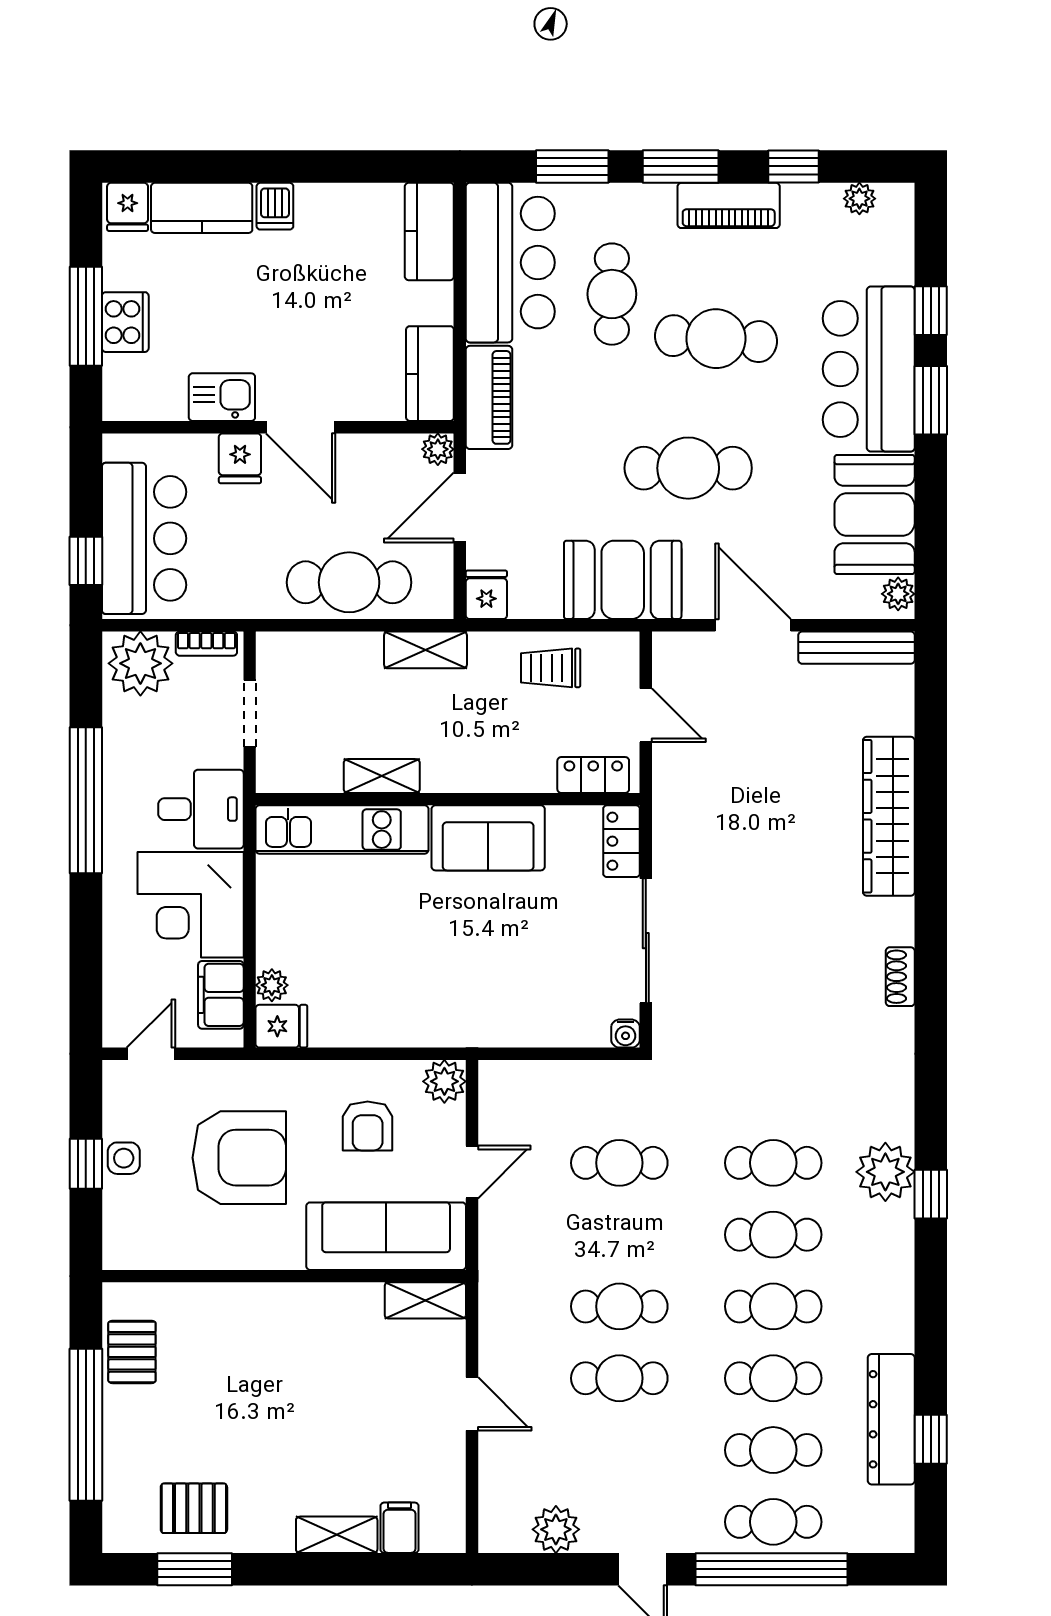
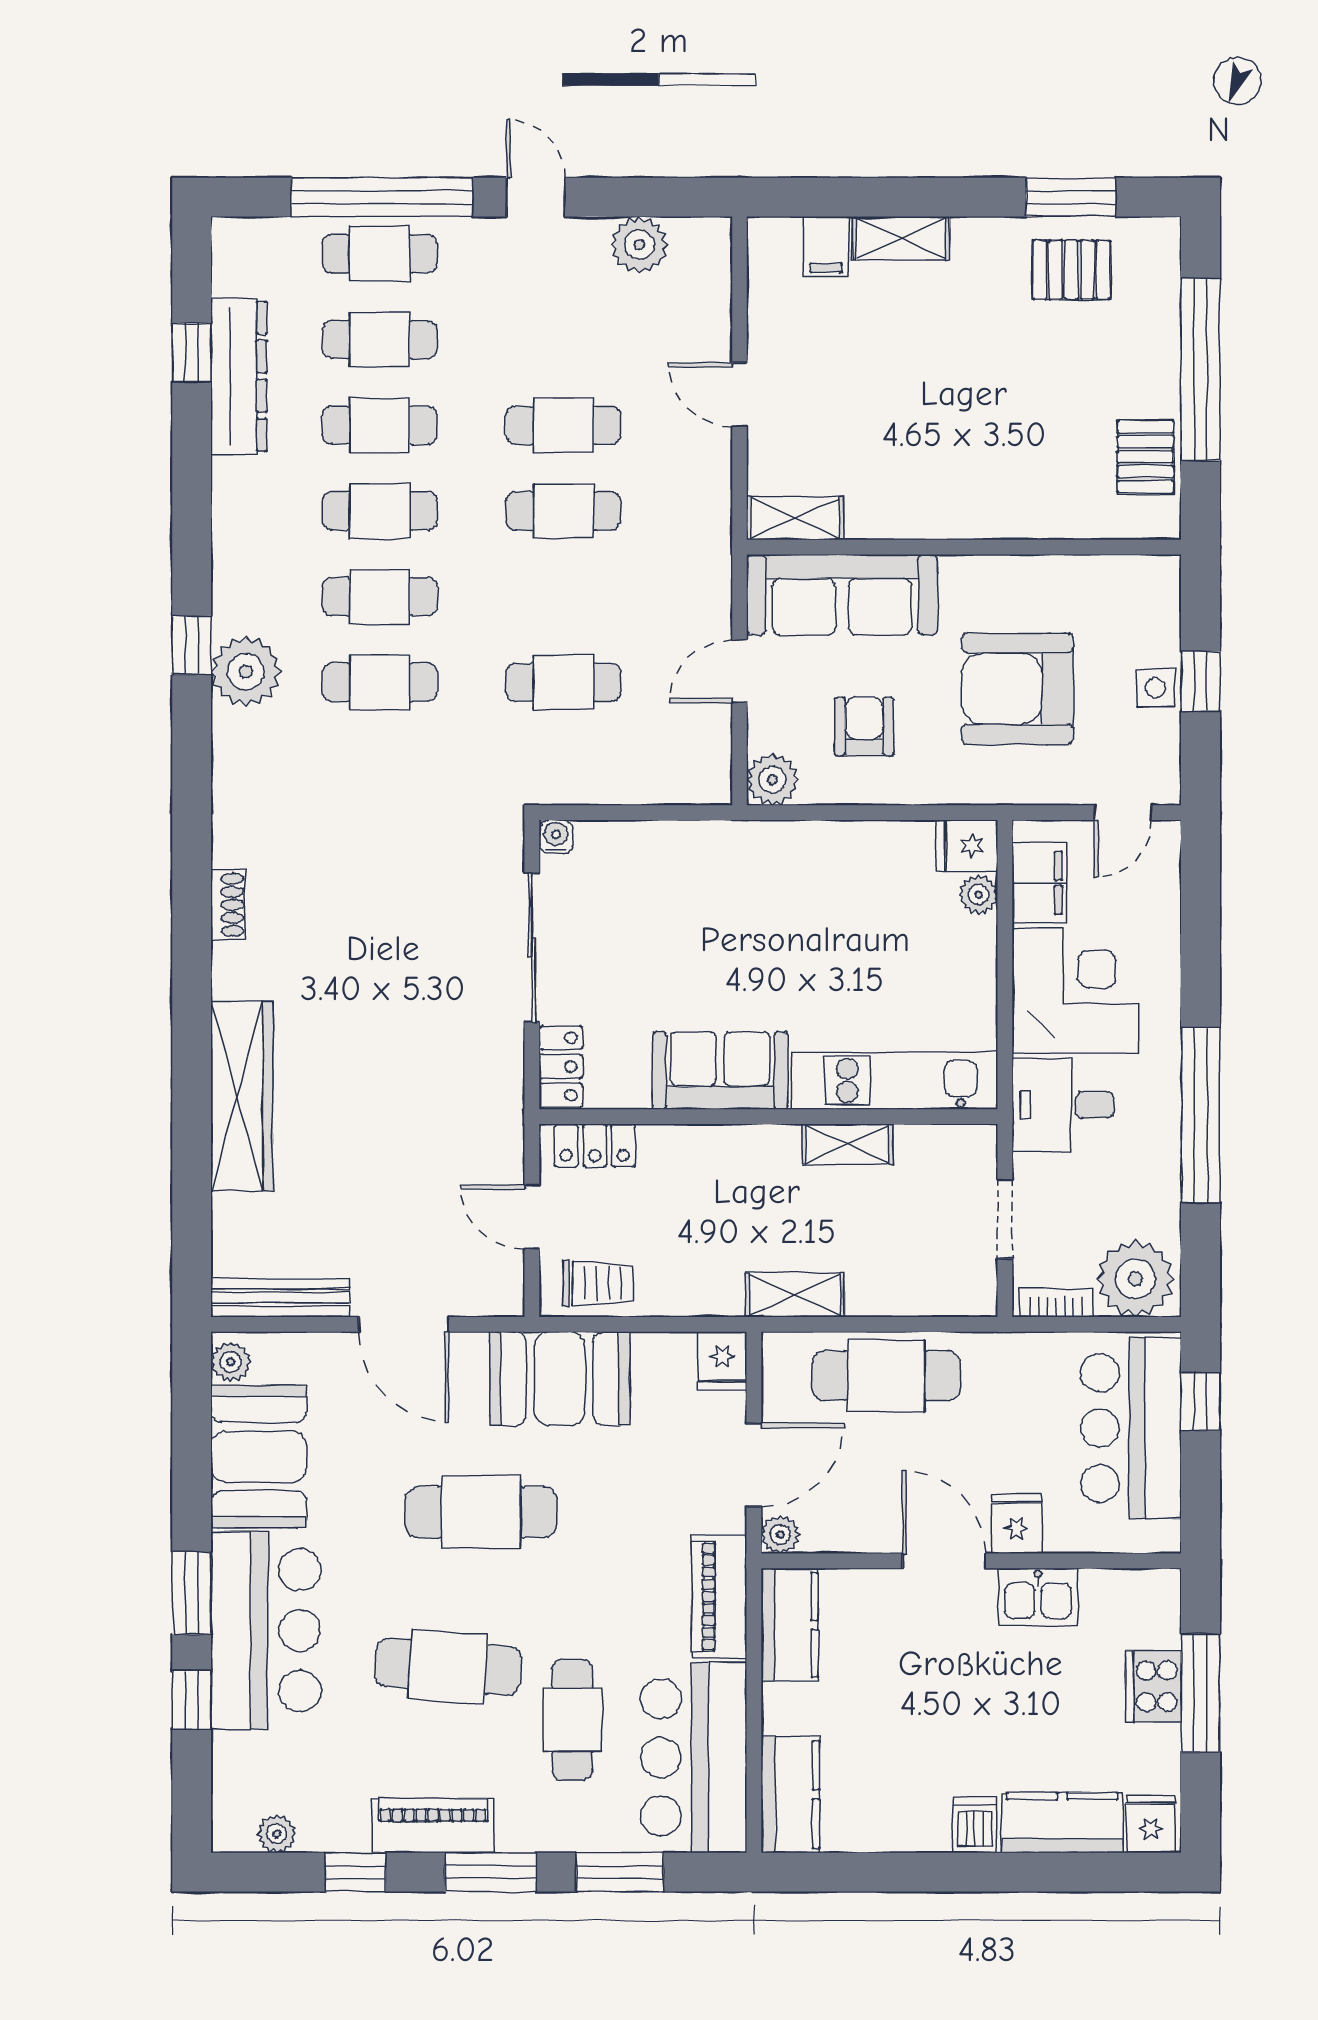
trolley: (551, 668) -> (598, 1283), moved

